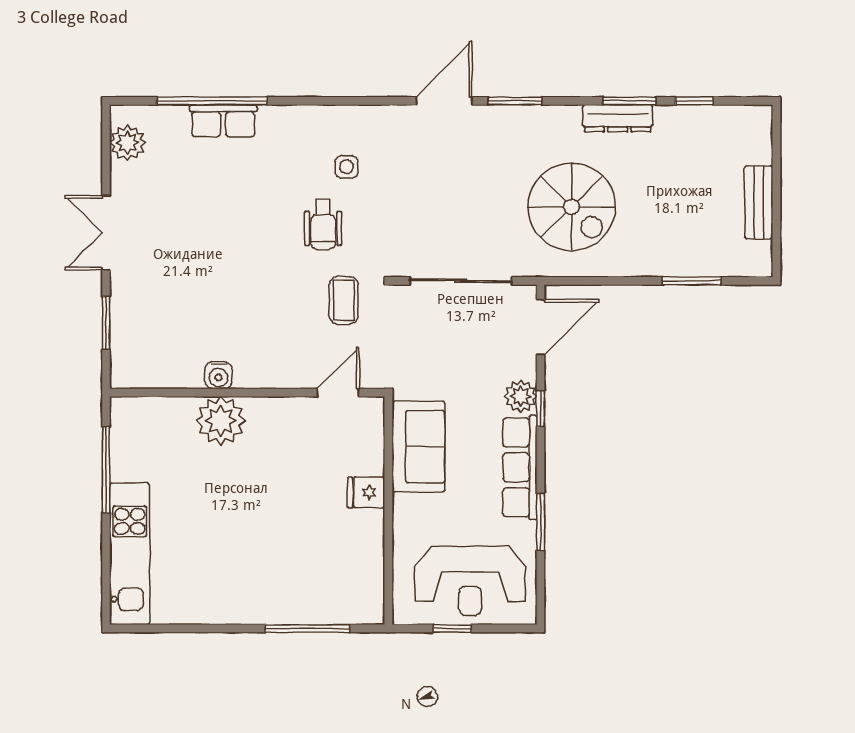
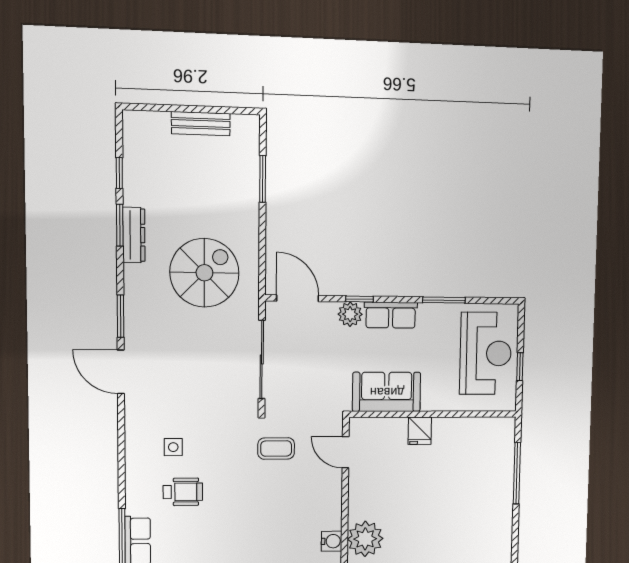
wheelchair: (323, 224) -> (183, 492), moved
row of seats: (520, 467) -> (391, 315), width x0.68

